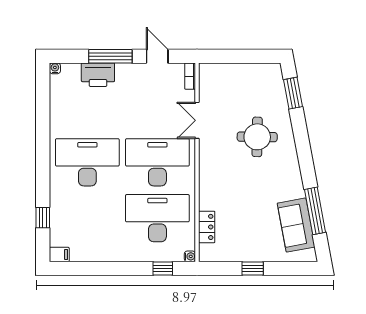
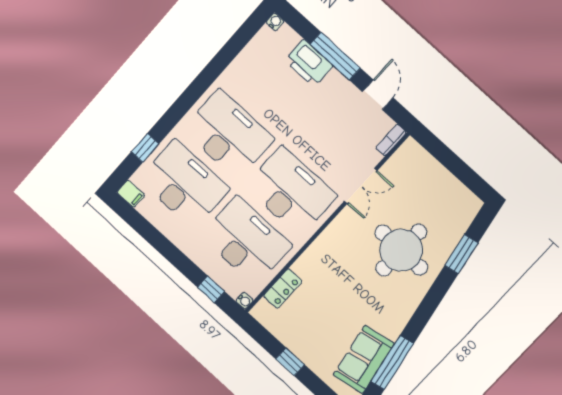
window: (293, 93) -> (461, 254), moved
double door: (197, 120) -> (361, 186), swing flipped
round table: (257, 137) -> (401, 250), width x1.36, depth x1.36
desk: (87, 218) -> (184, 184), added

